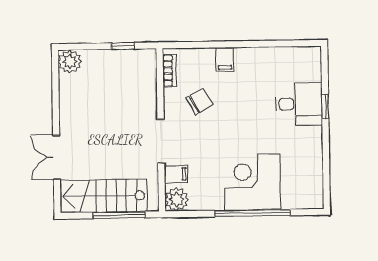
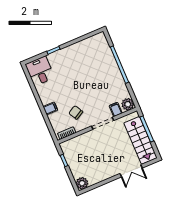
desk: (299, 104) -> (40, 71), moved
corner desk: (253, 182) -> (104, 71), removed

